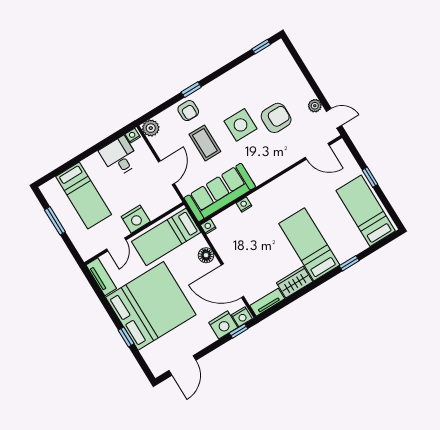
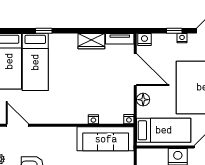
bed: (309, 244) -> (35, 62), moved
nightstand: (223, 325) -> (182, 38), moved, width x0.53, depth x0.56
window: (239, 331) -> (174, 31), moved

